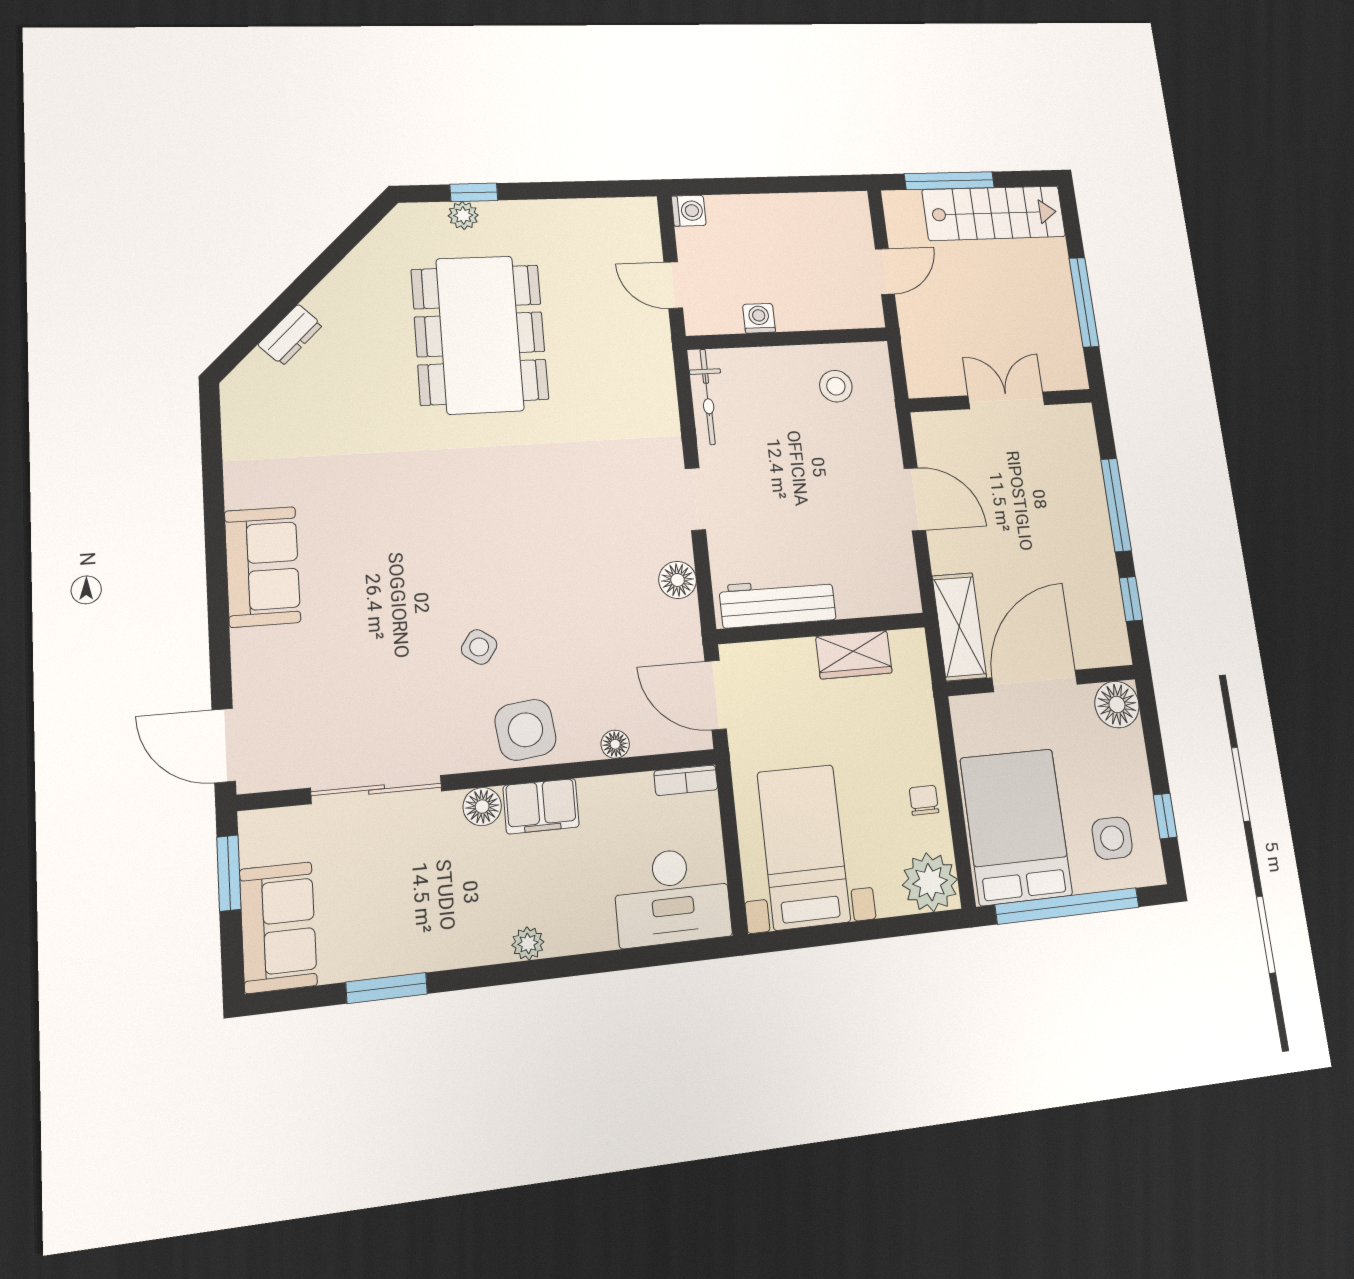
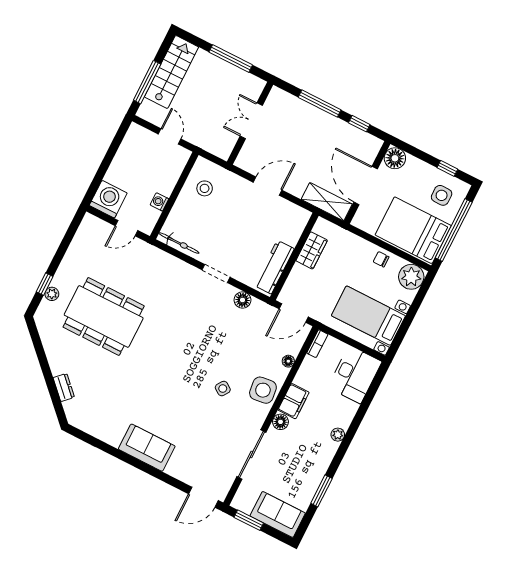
washing machine: (689, 211) -> (108, 199), width x1.89, depth x1.89

